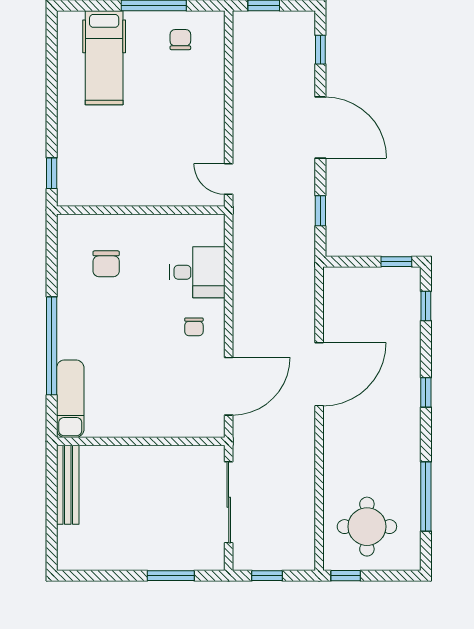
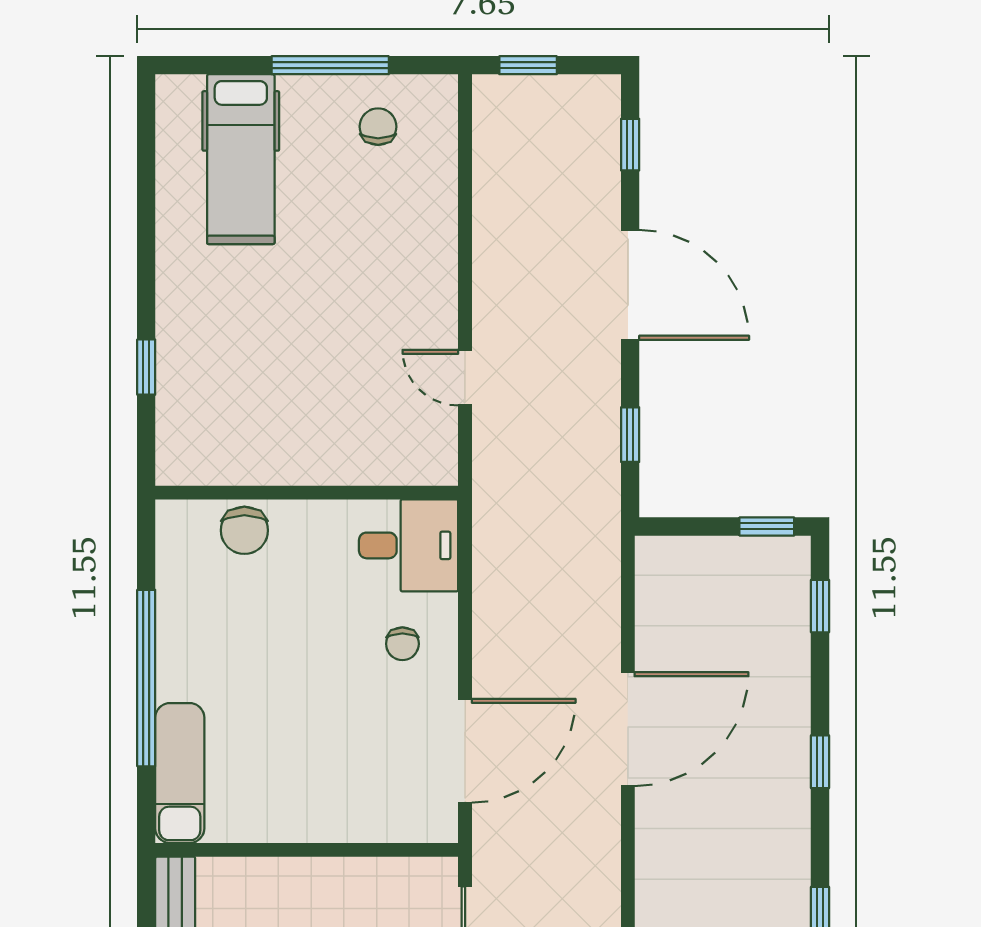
wall: (141, 210) -> (307, 493), moved

